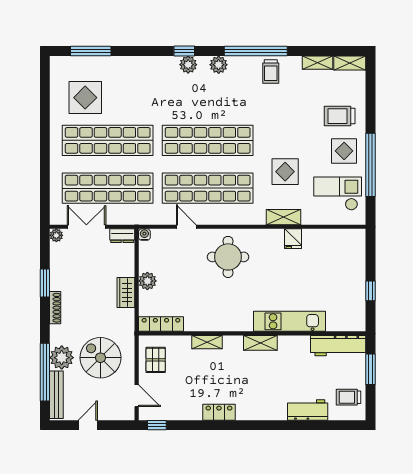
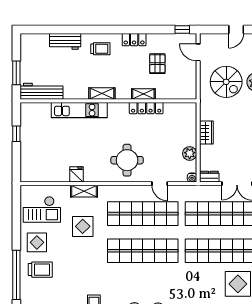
window: (370, 165) -> (16, 275), moved
plant: (147, 281) -> (190, 153), moved
locker: (161, 324) -> (146, 108), moved
pallet: (156, 360) -> (157, 64), moved
trolley: (349, 397) -> (100, 49), moved

